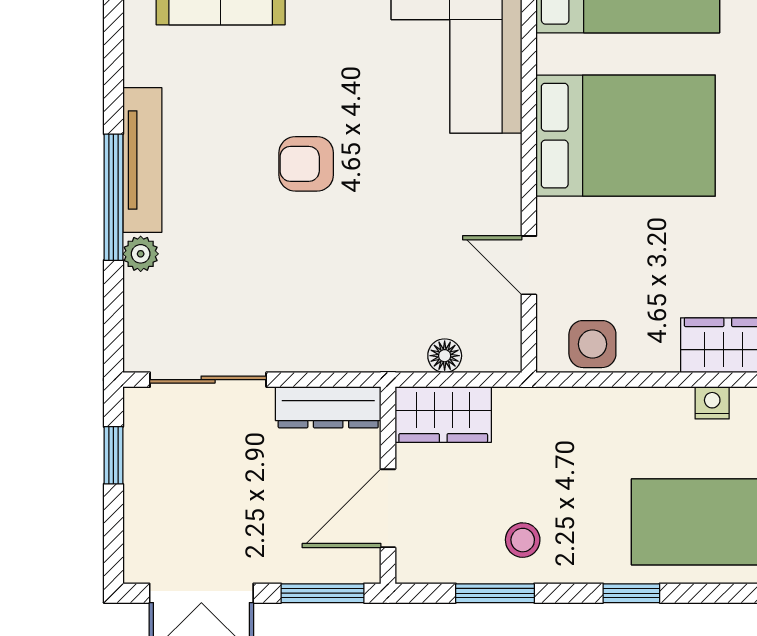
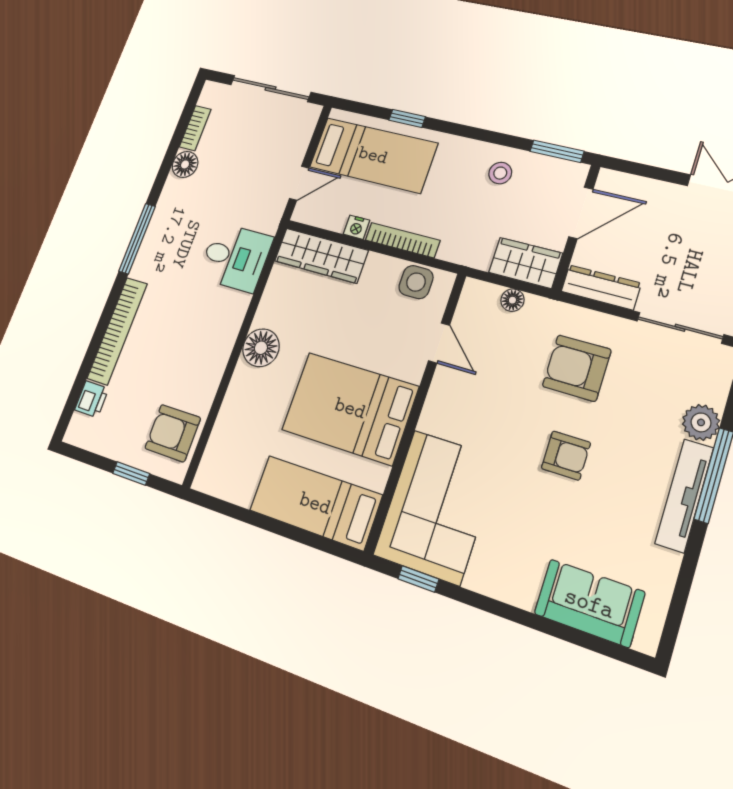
plant: (141, 254) -> (701, 422), width x1.38, depth x1.38
armchair: (327, 286) -> (577, 368), added
bookcase: (635, 401) -> (402, 240), added
window: (322, 593) -> (641, 170), removed
window: (495, 593) -> (557, 151), moved
window: (631, 593) -> (407, 118), moved

